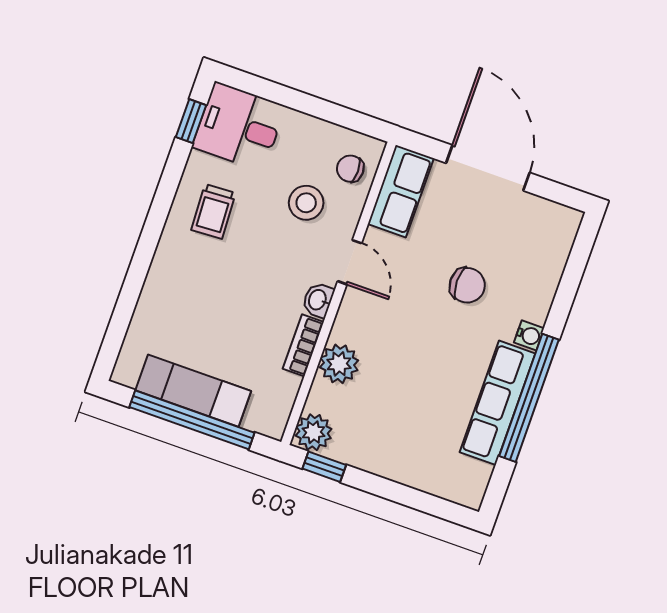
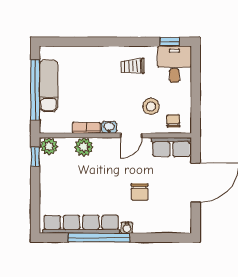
row of seats: (497, 403) -> (81, 224), width x1.36

